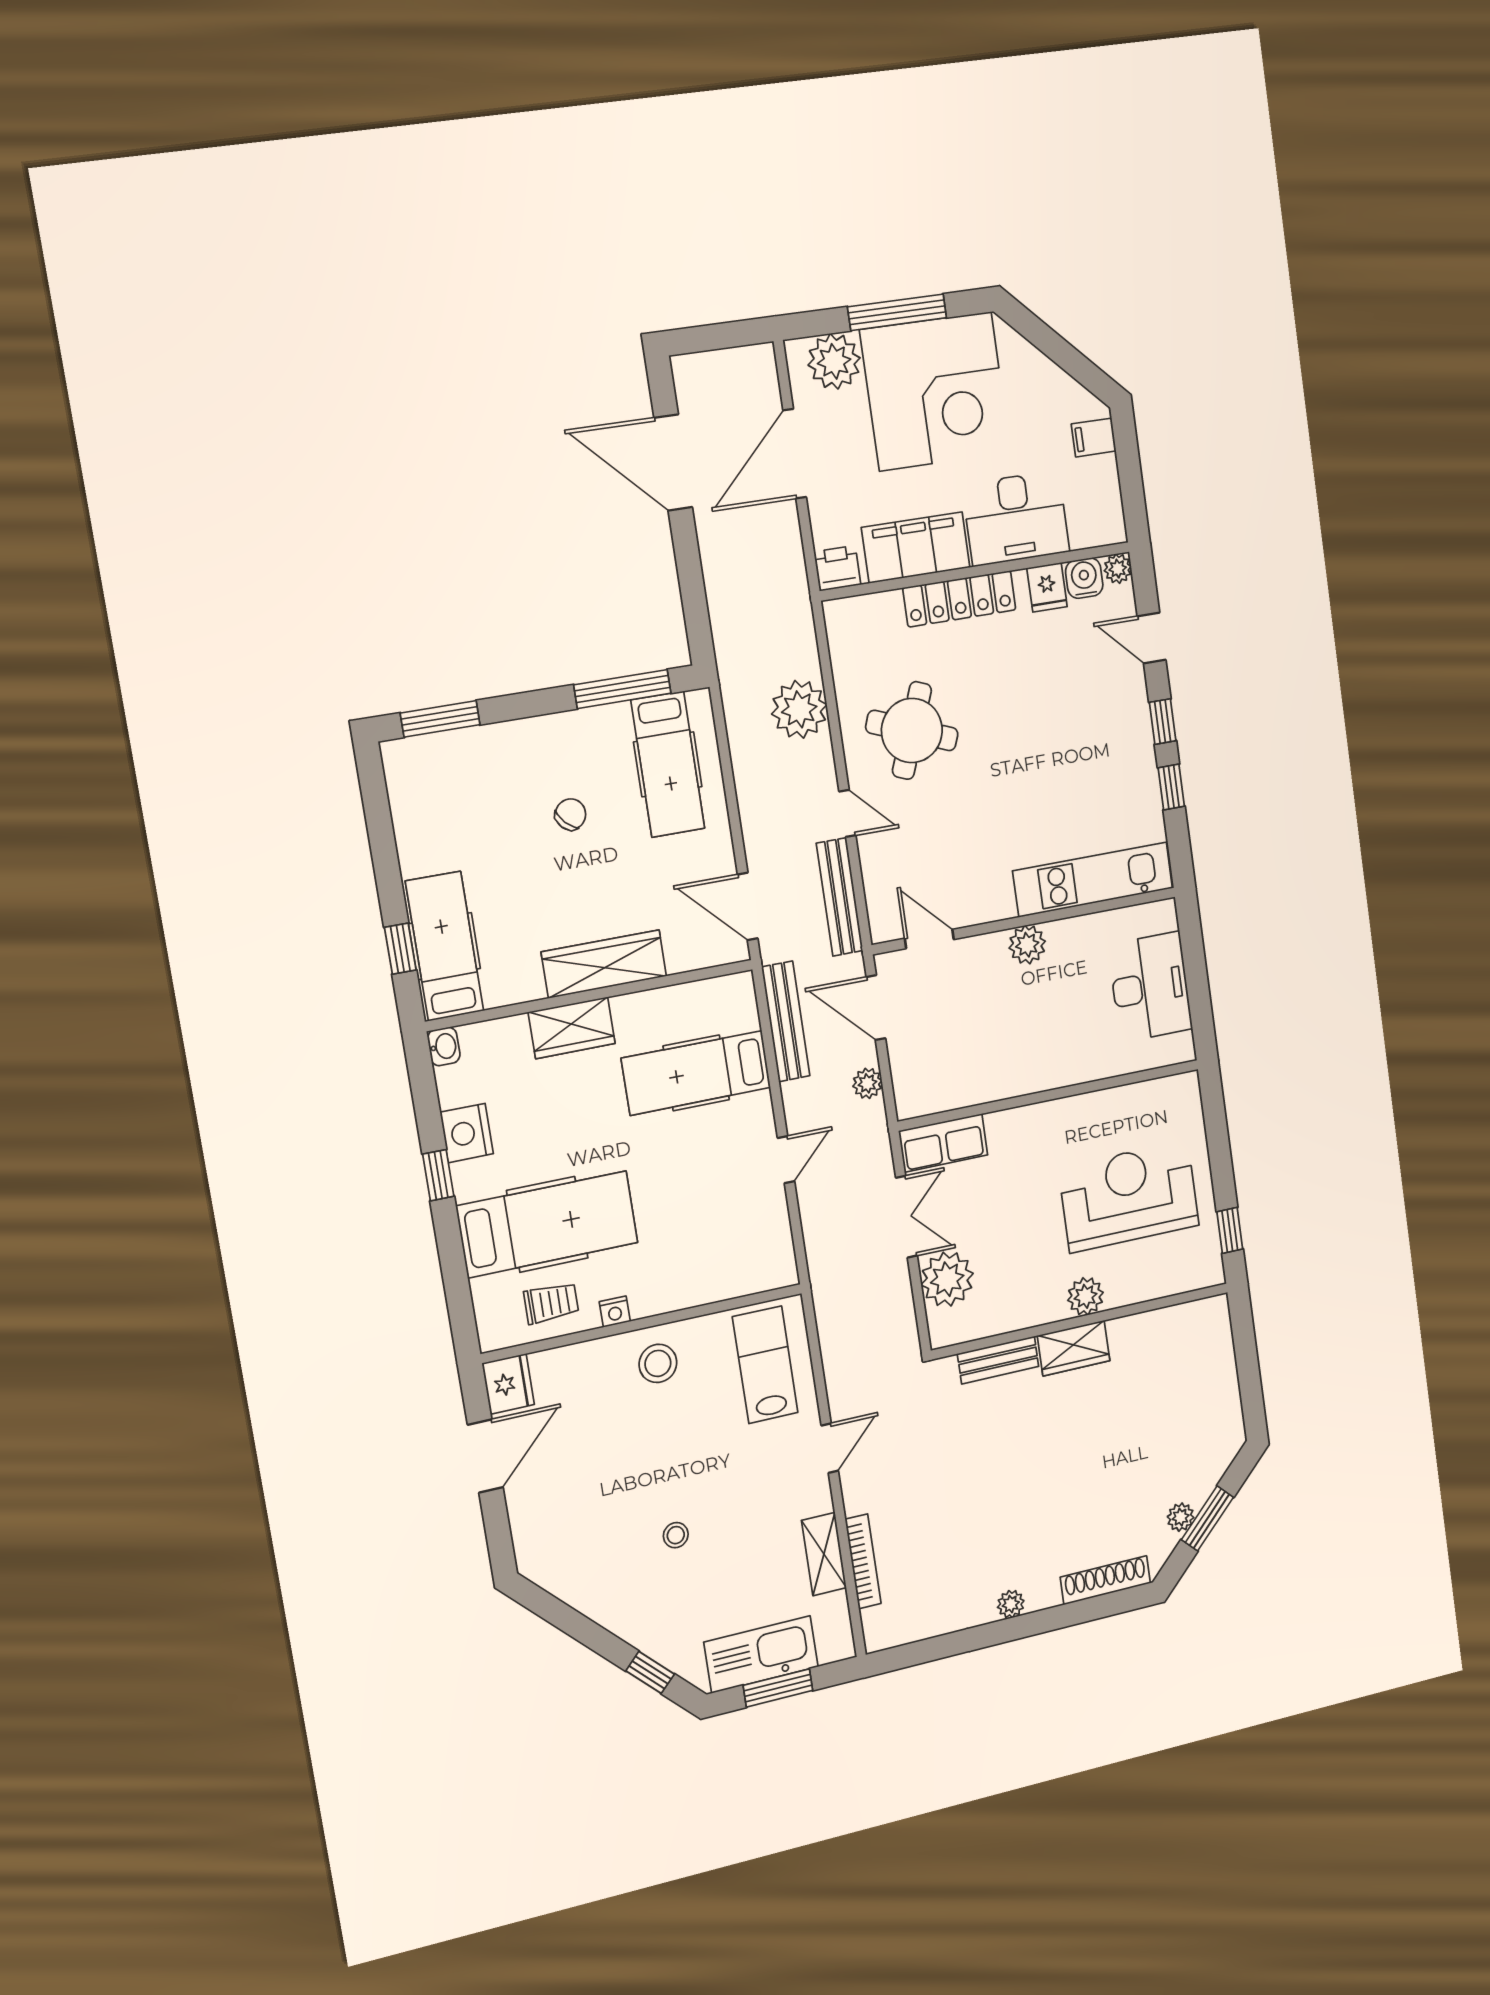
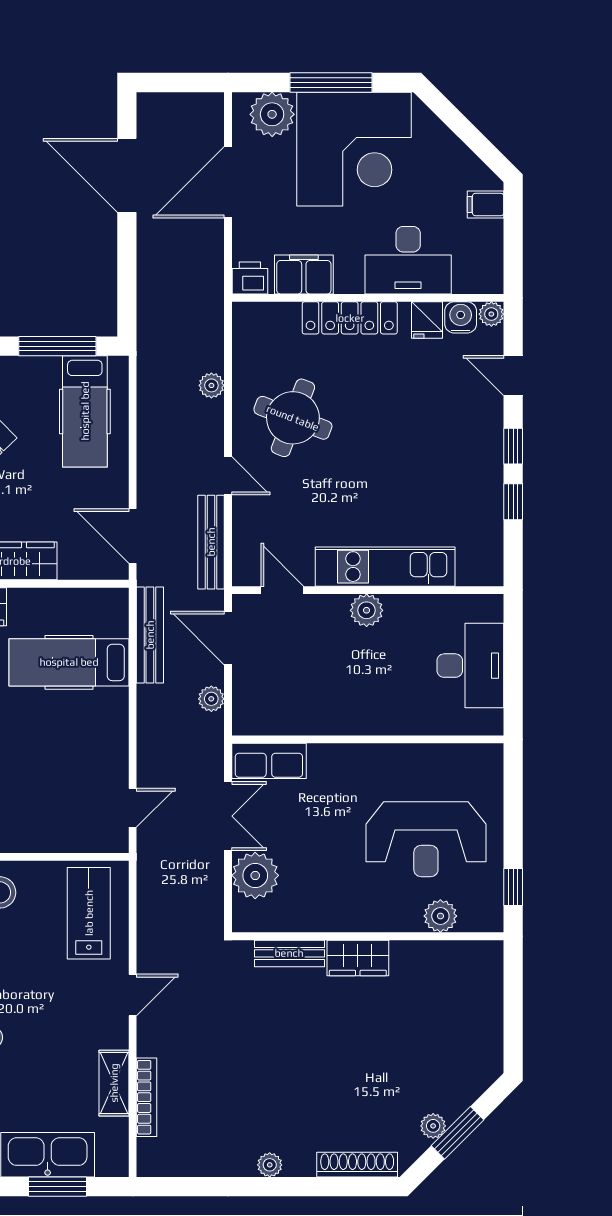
filing cabinet: (916, 548) -> (304, 274), width x0.67, depth x0.86
plant: (799, 709) -> (211, 385), width x0.53, depth x0.53
kitchen unit: (1093, 880) -> (385, 567), moved
door: (786, 1160) -> (133, 808), moved
reception desk: (1129, 1196) -> (426, 839), turned 180
plant: (1085, 1296) -> (440, 916), moved

